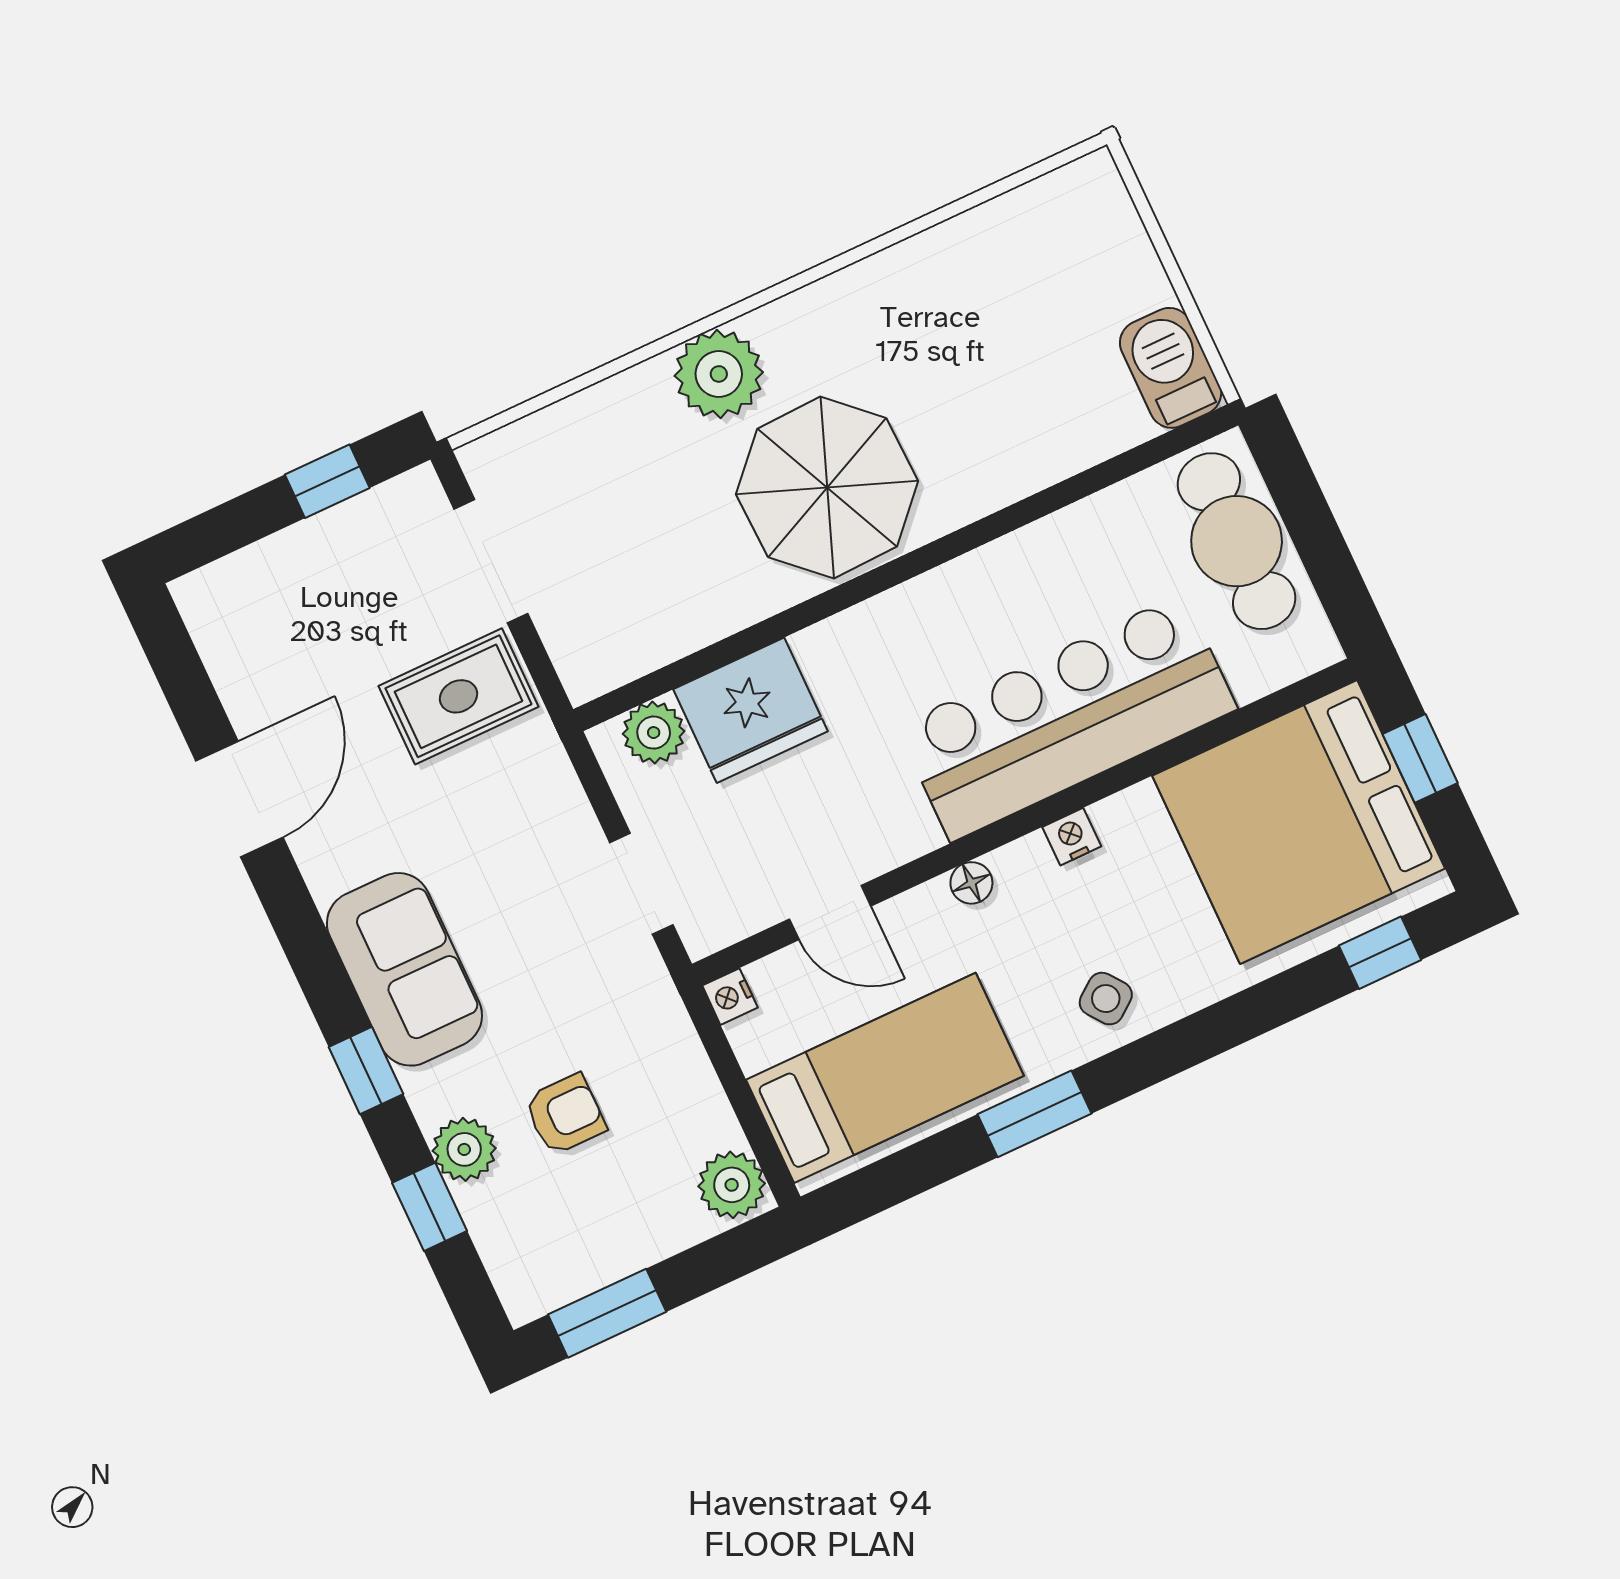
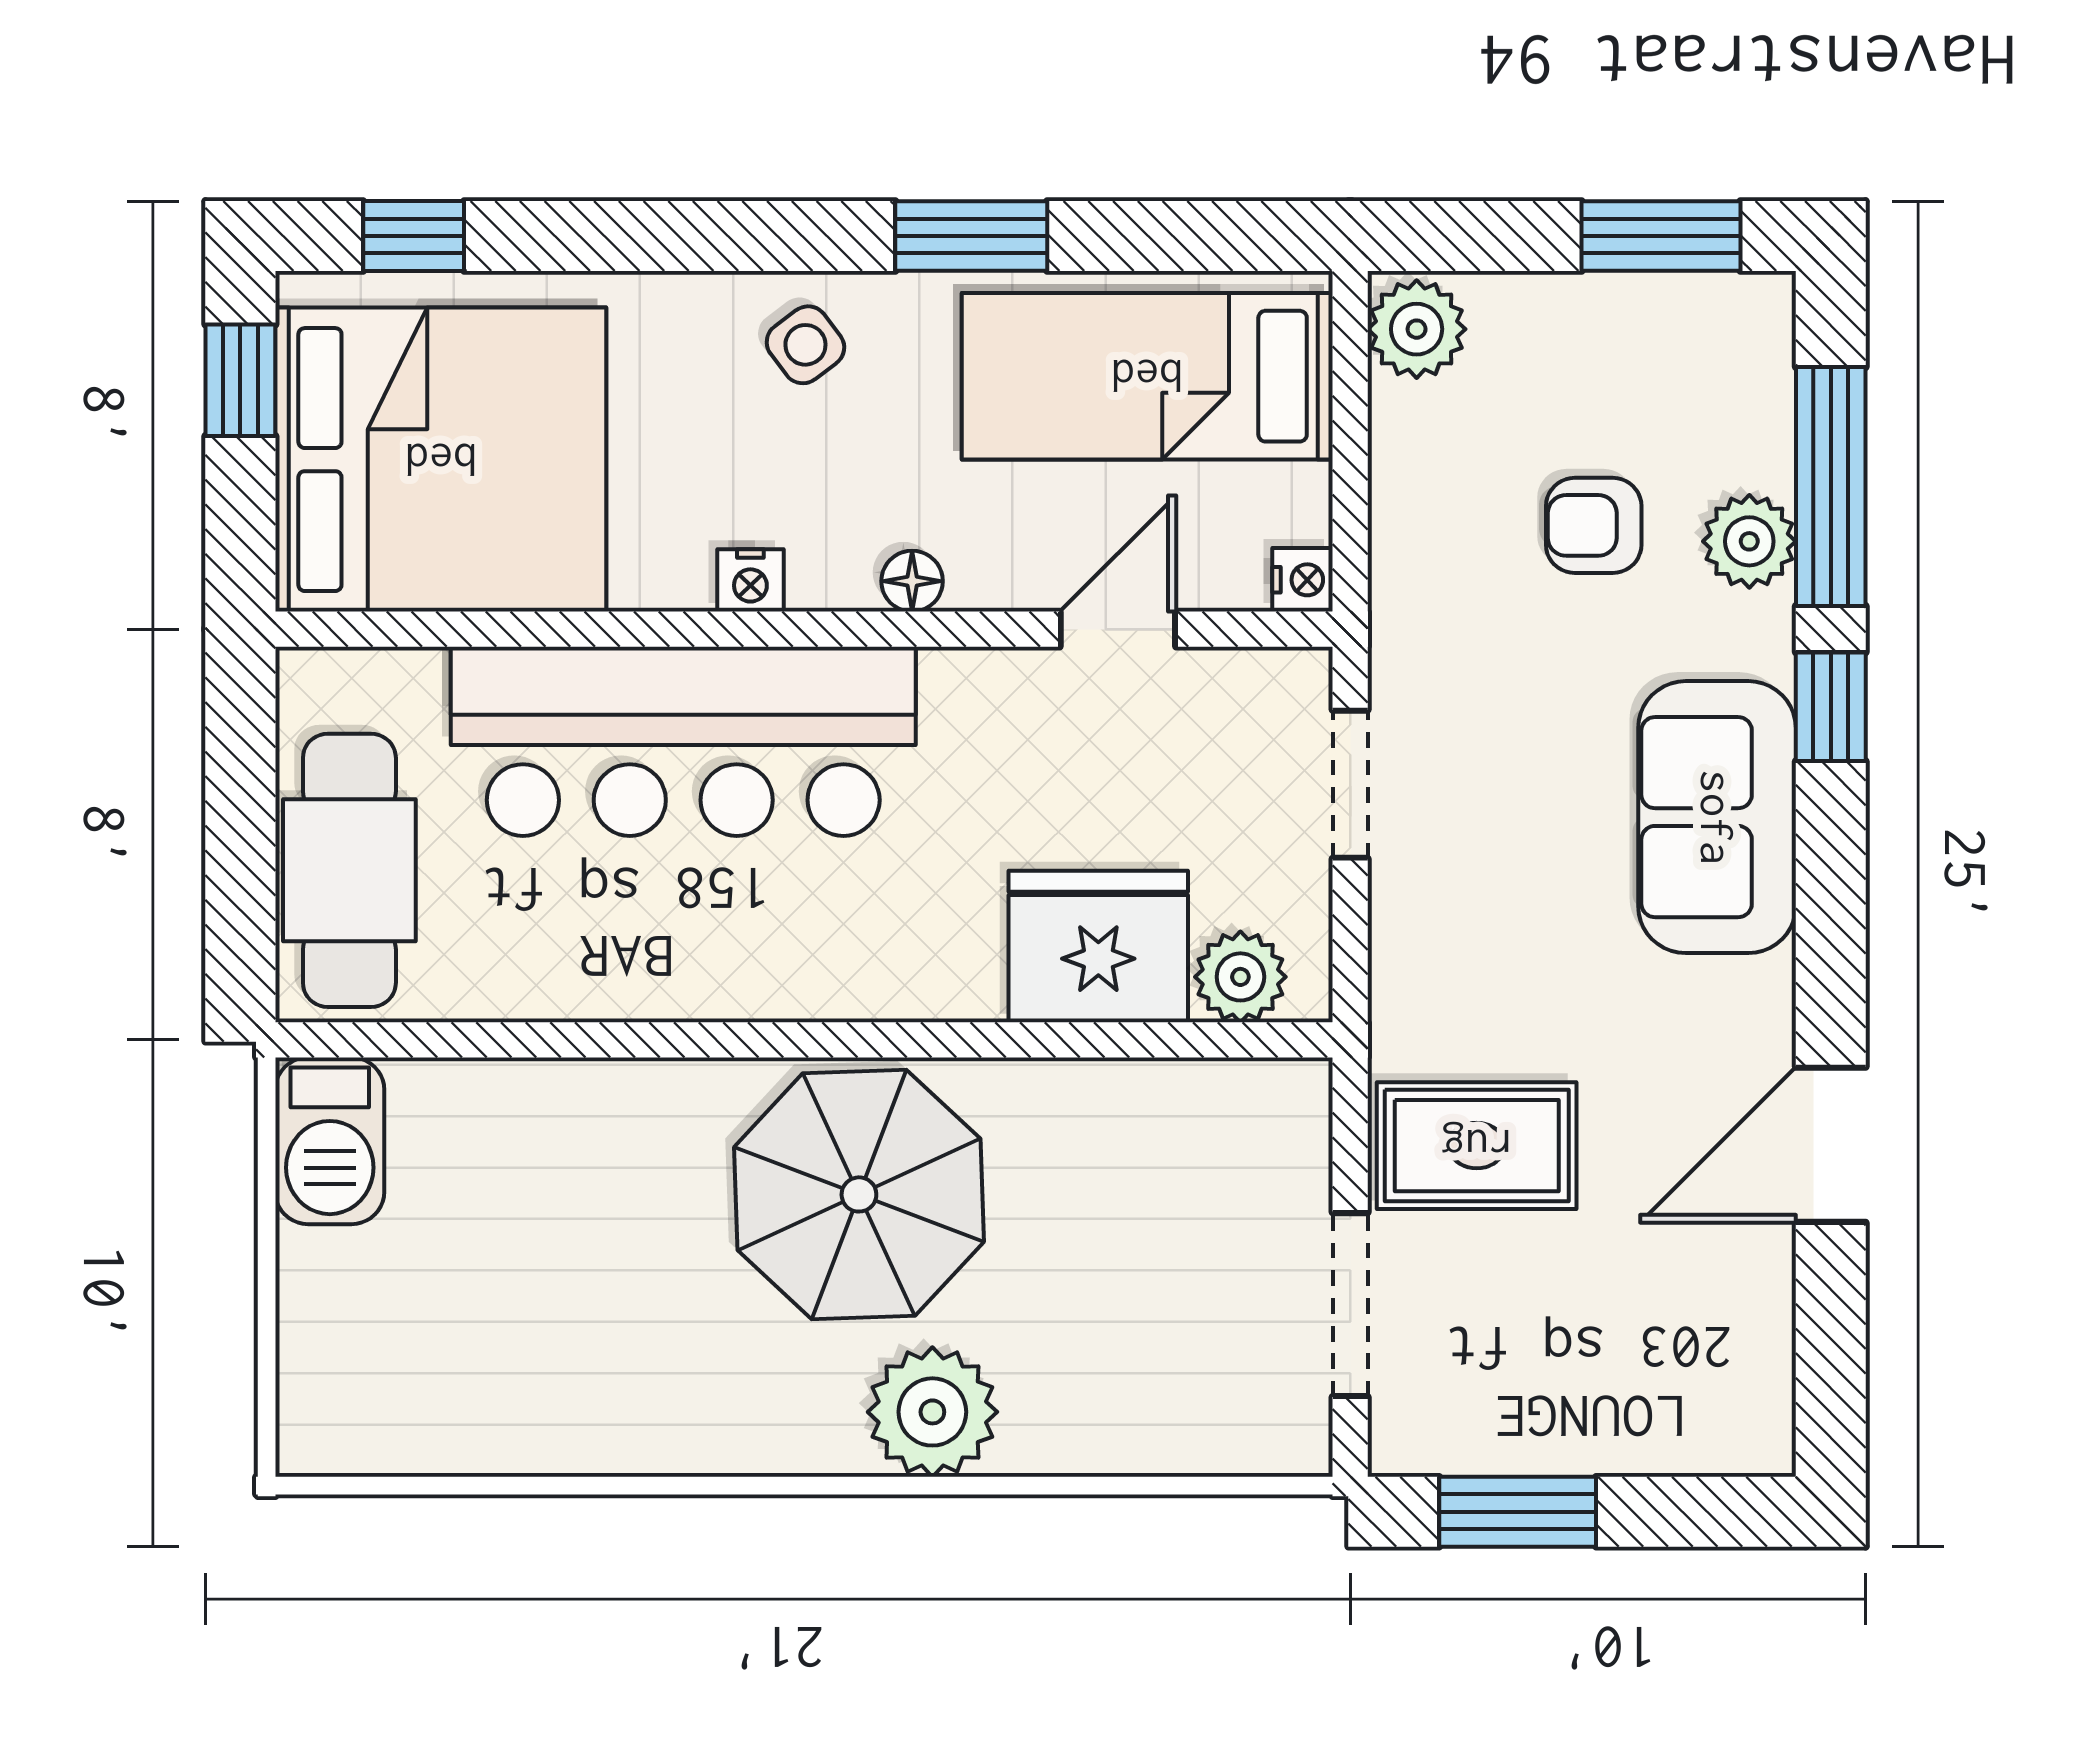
window: (327, 481) -> (1518, 1512), width x1.50
window: (1420, 758) -> (240, 380), moved
door: (830, 913) -> (1118, 629), hinge flipped
window: (430, 1207) -> (1831, 487), width x2.17

